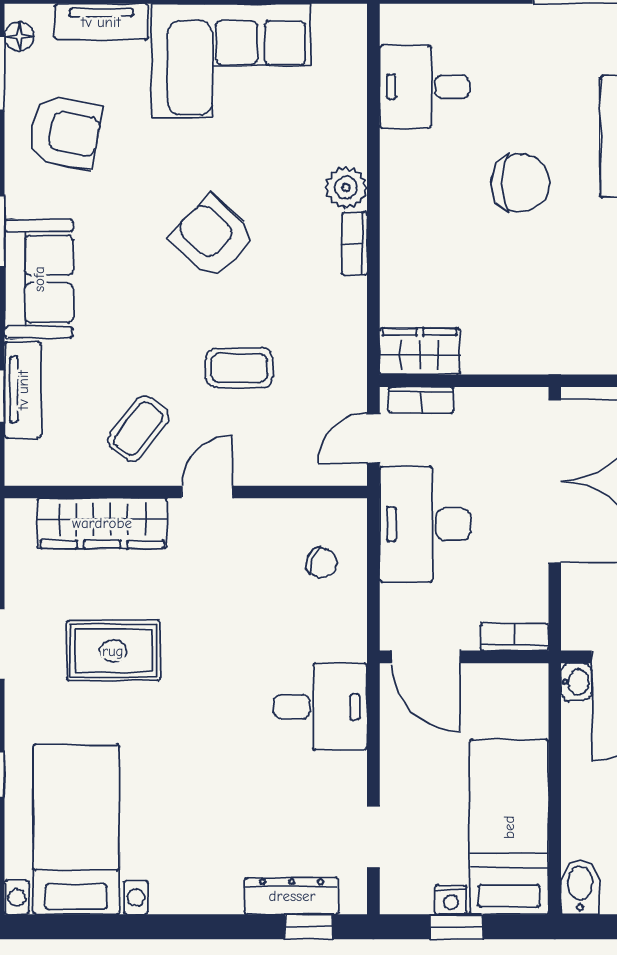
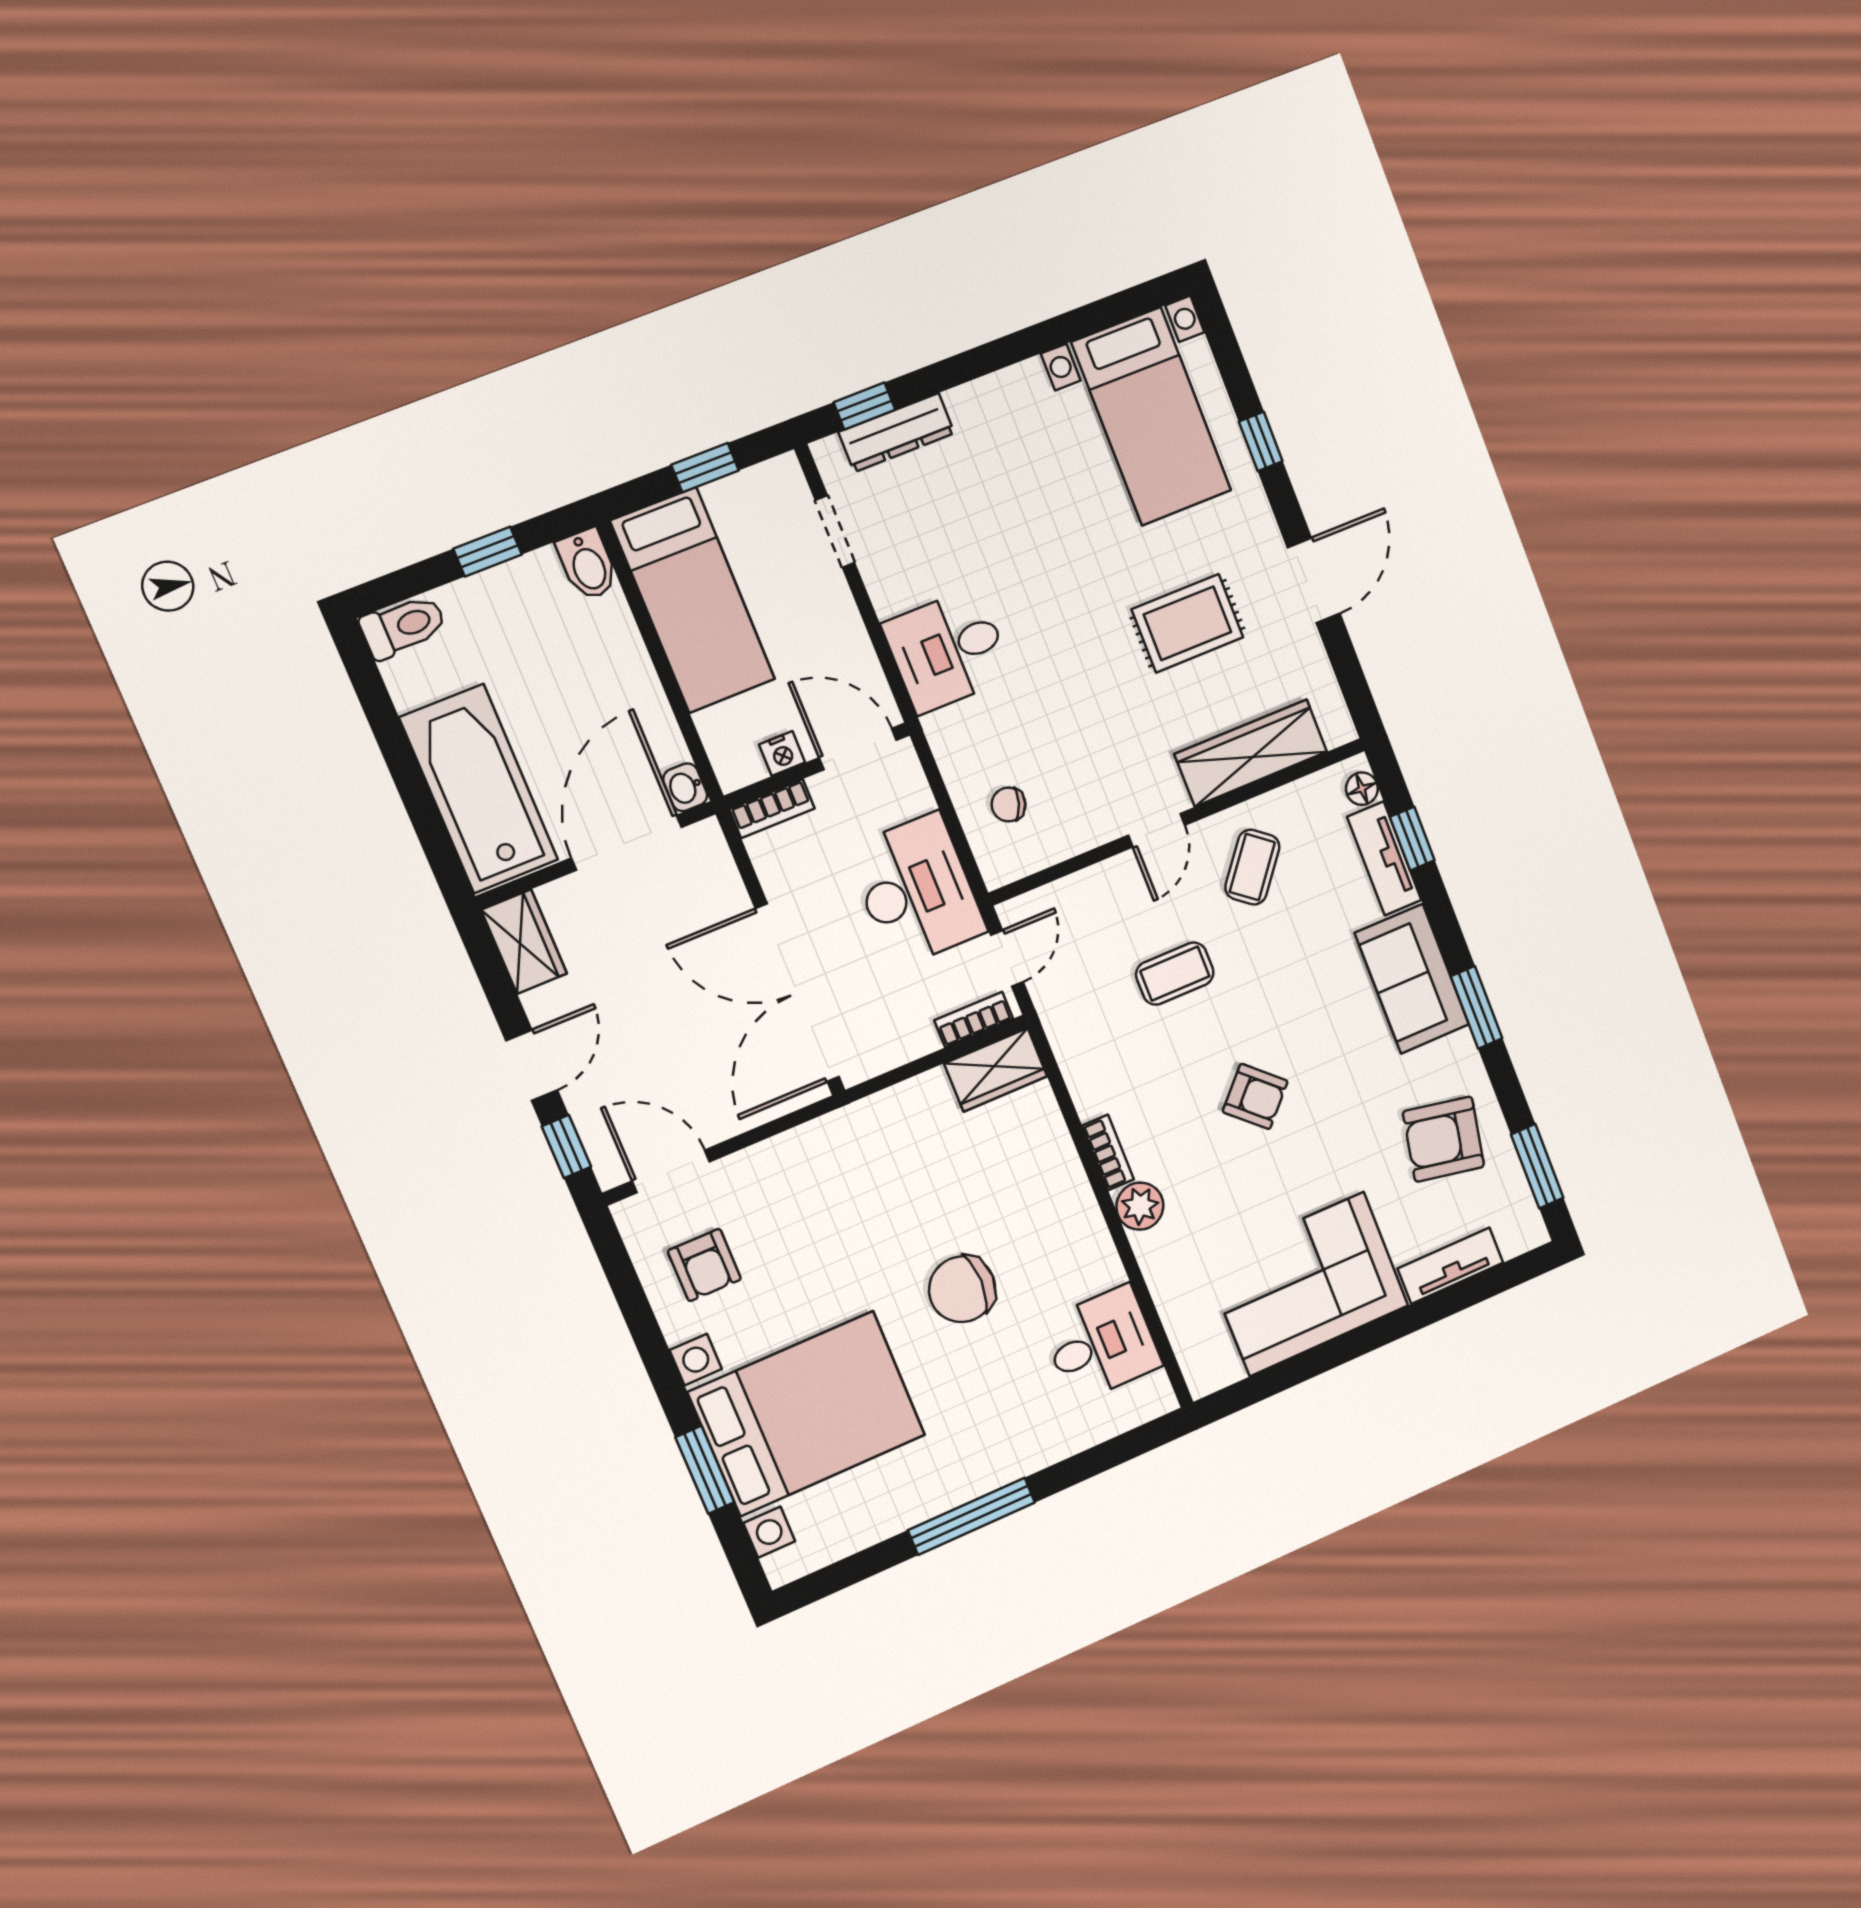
floor lamp: (19, 36) -> (1362, 789), moved
armchair: (212, 237) -> (1255, 1096), width x0.72, depth x0.72
nightstand: (451, 900) -> (782, 753), moved, turned 180

